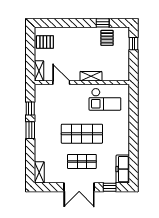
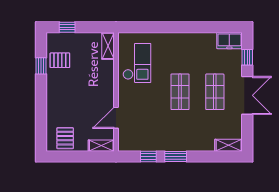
shelving: (91, 76) -> (108, 46), moved
shop shelf: (82, 134) -> (180, 92), width x0.70, depth x0.74
freezer: (123, 169) -> (229, 41), width x0.71

